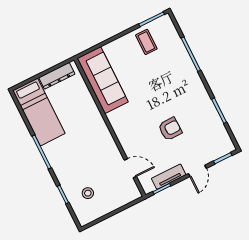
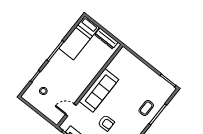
coffee table: (146, 42) -> (146, 108), moved
sofa: (103, 80) -> (99, 90), moved
door: (130, 168) -> (71, 110), swing flipped

